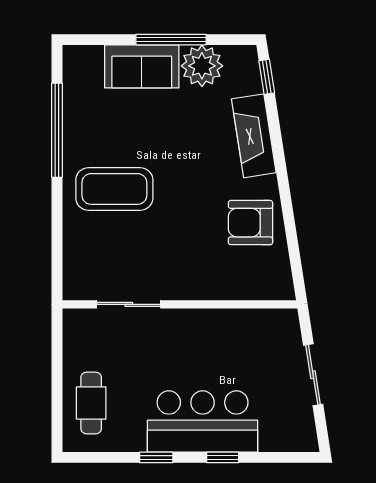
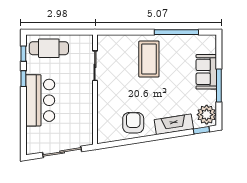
plant: (202, 66) -> (207, 115), moved
sliding door: (313, 375) -> (62, 152), width x1.37
cafe table: (91, 403) -> (49, 48), width x1.37, depth x1.35
window: (223, 457) -> (23, 54), moved

